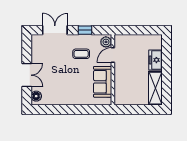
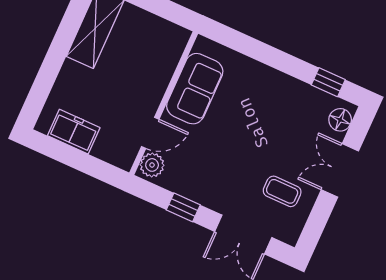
coffee table: (81, 54) -> (282, 191), moved
freezer: (156, 60) -> (74, 132), moved, turned -90
window: (48, 110) -> (328, 82), added

